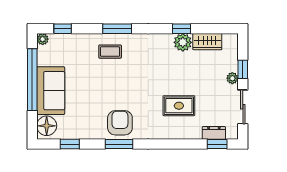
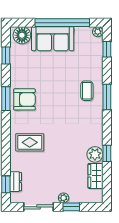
rug: (179, 106) -> (30, 142), moved, turned 90

